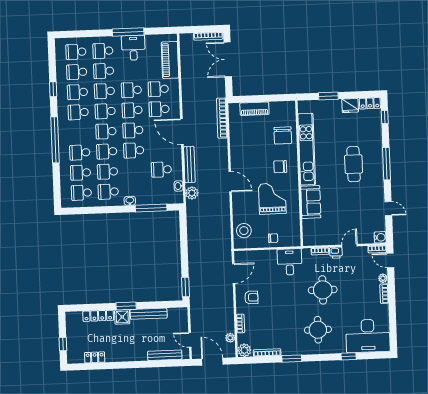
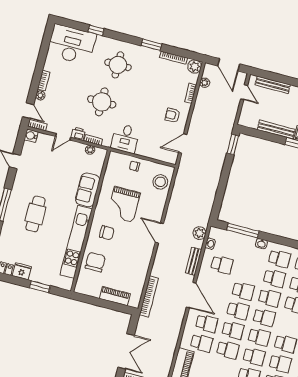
bench: (189, 164) -> (194, 261), width x0.73
plant: (320, 241) -> (90, 150), added

